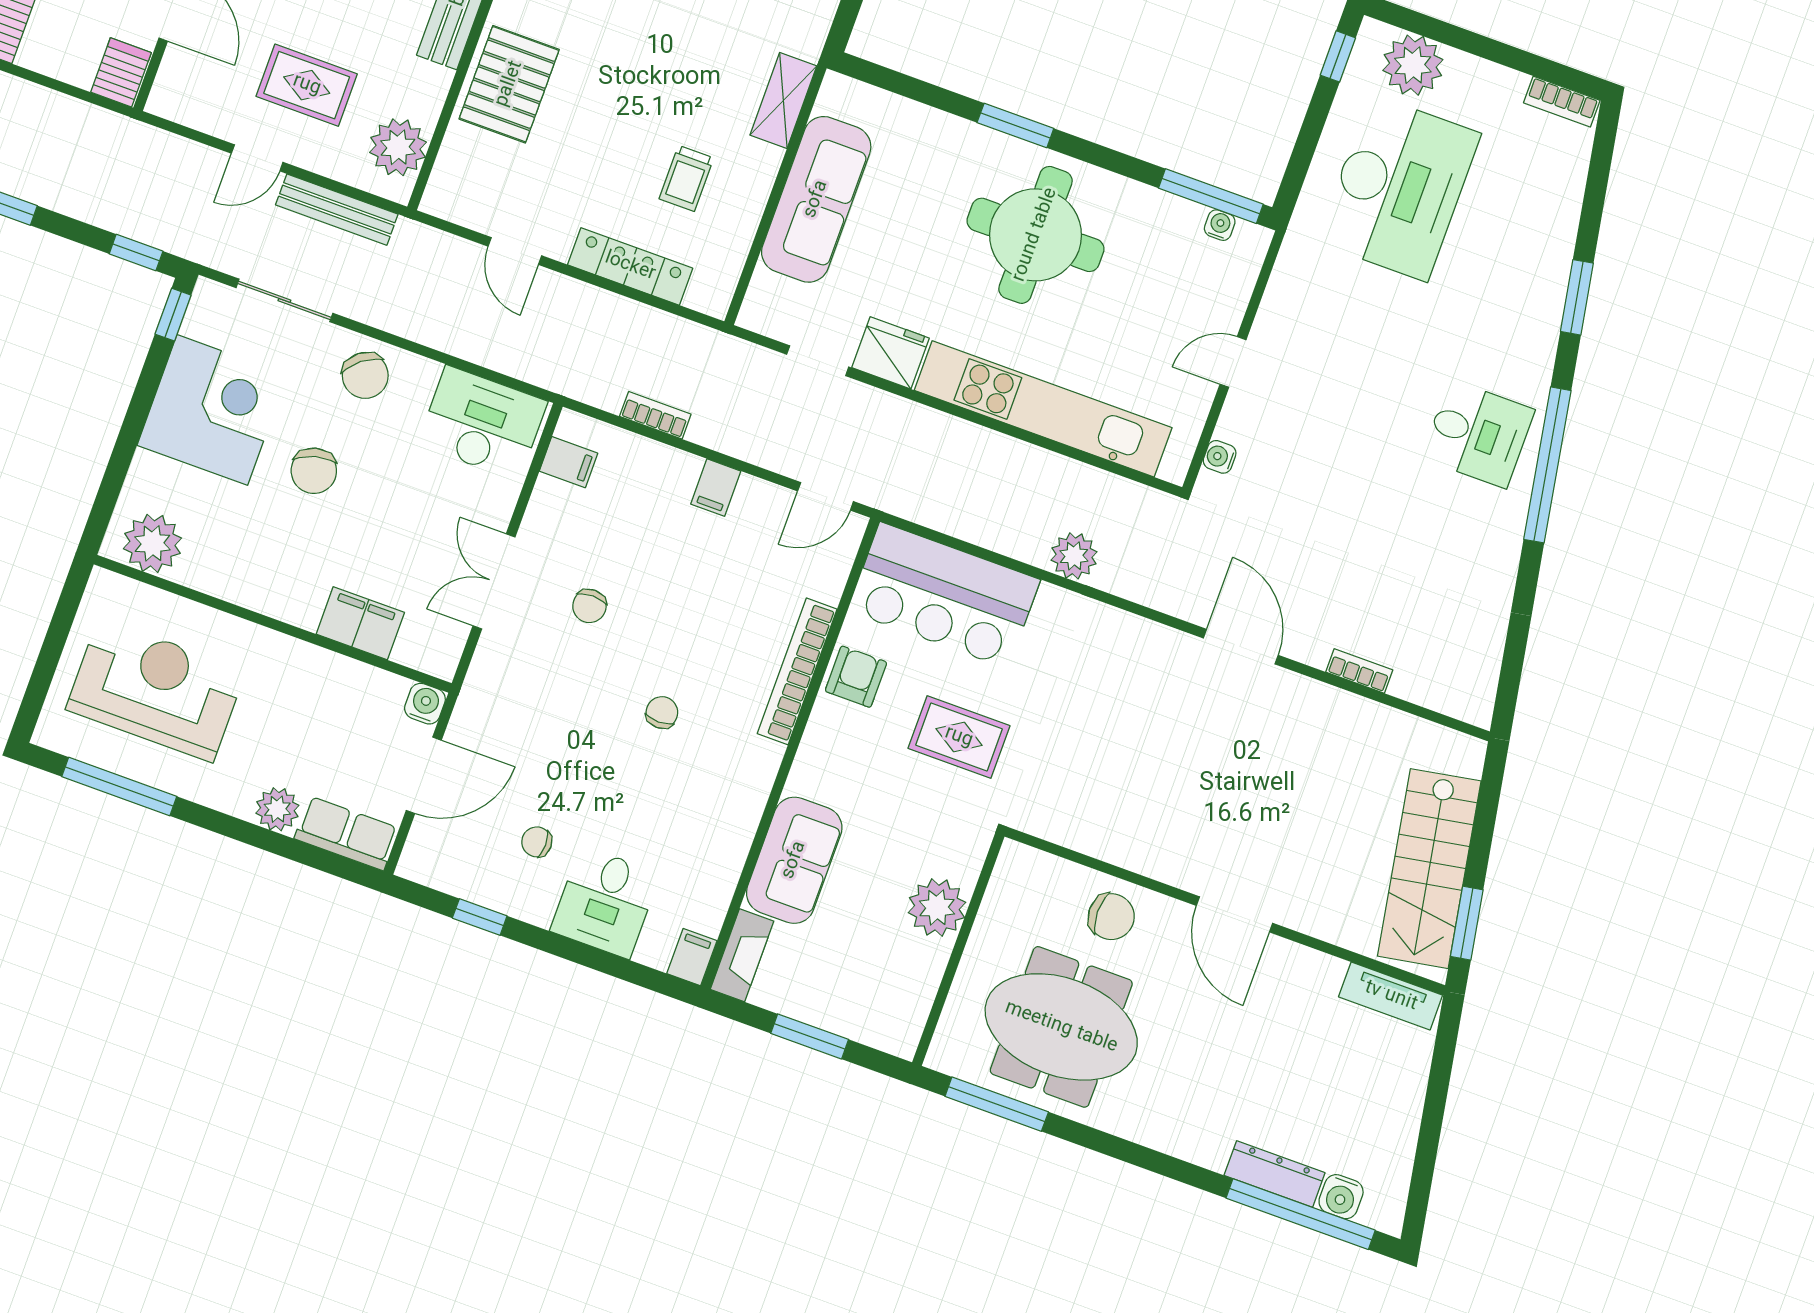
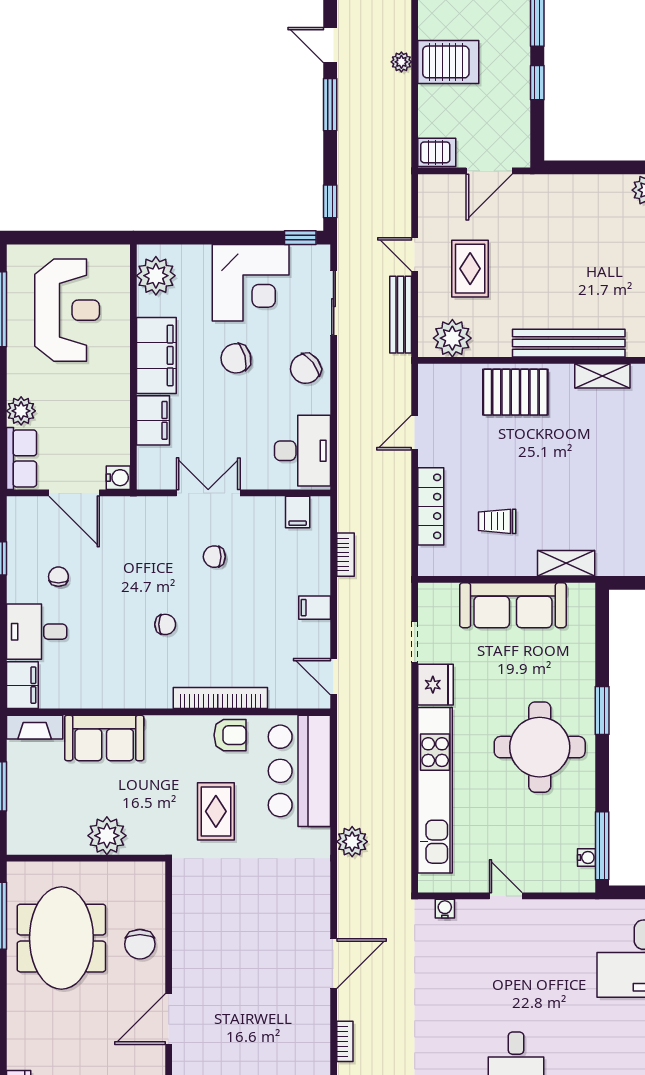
filing cabinet: (268, 584) -> (156, 355), added
filing cabinet: (692, 957) -> (22, 685), width x2.00

